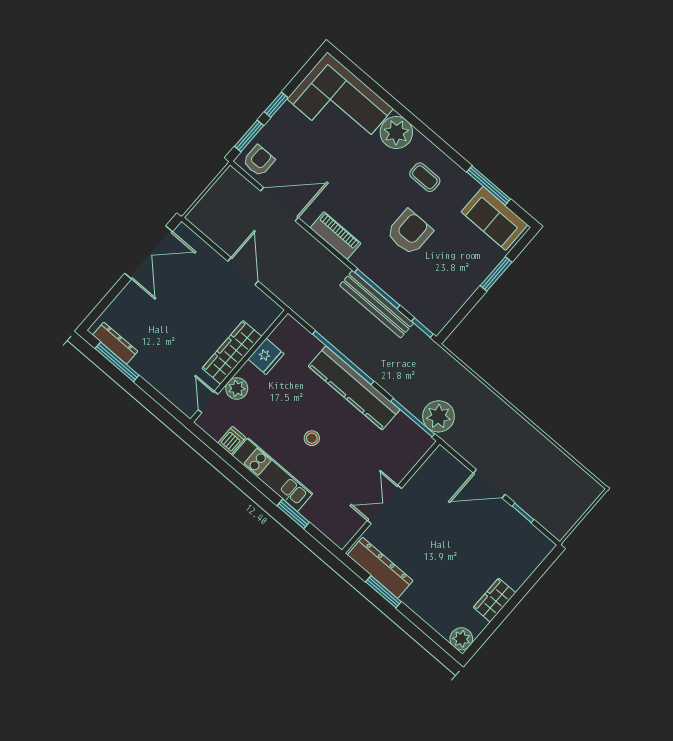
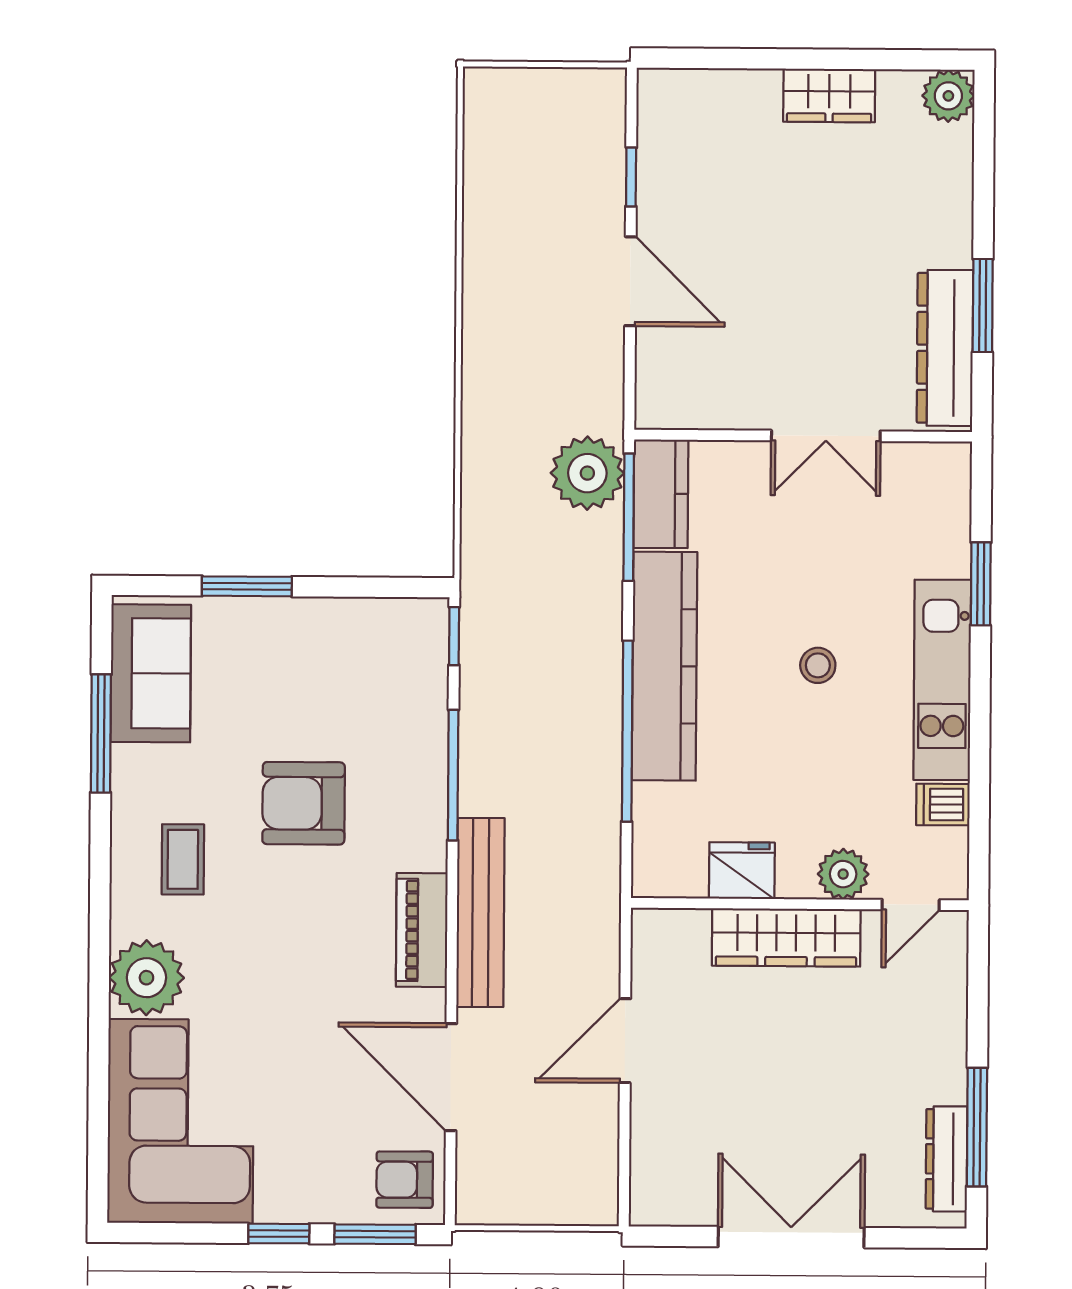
double door: (149, 252) -> (791, 1237), moved
bench: (377, 304) -> (480, 912), moved
kitchen counter: (411, 435) -> (661, 494), added

